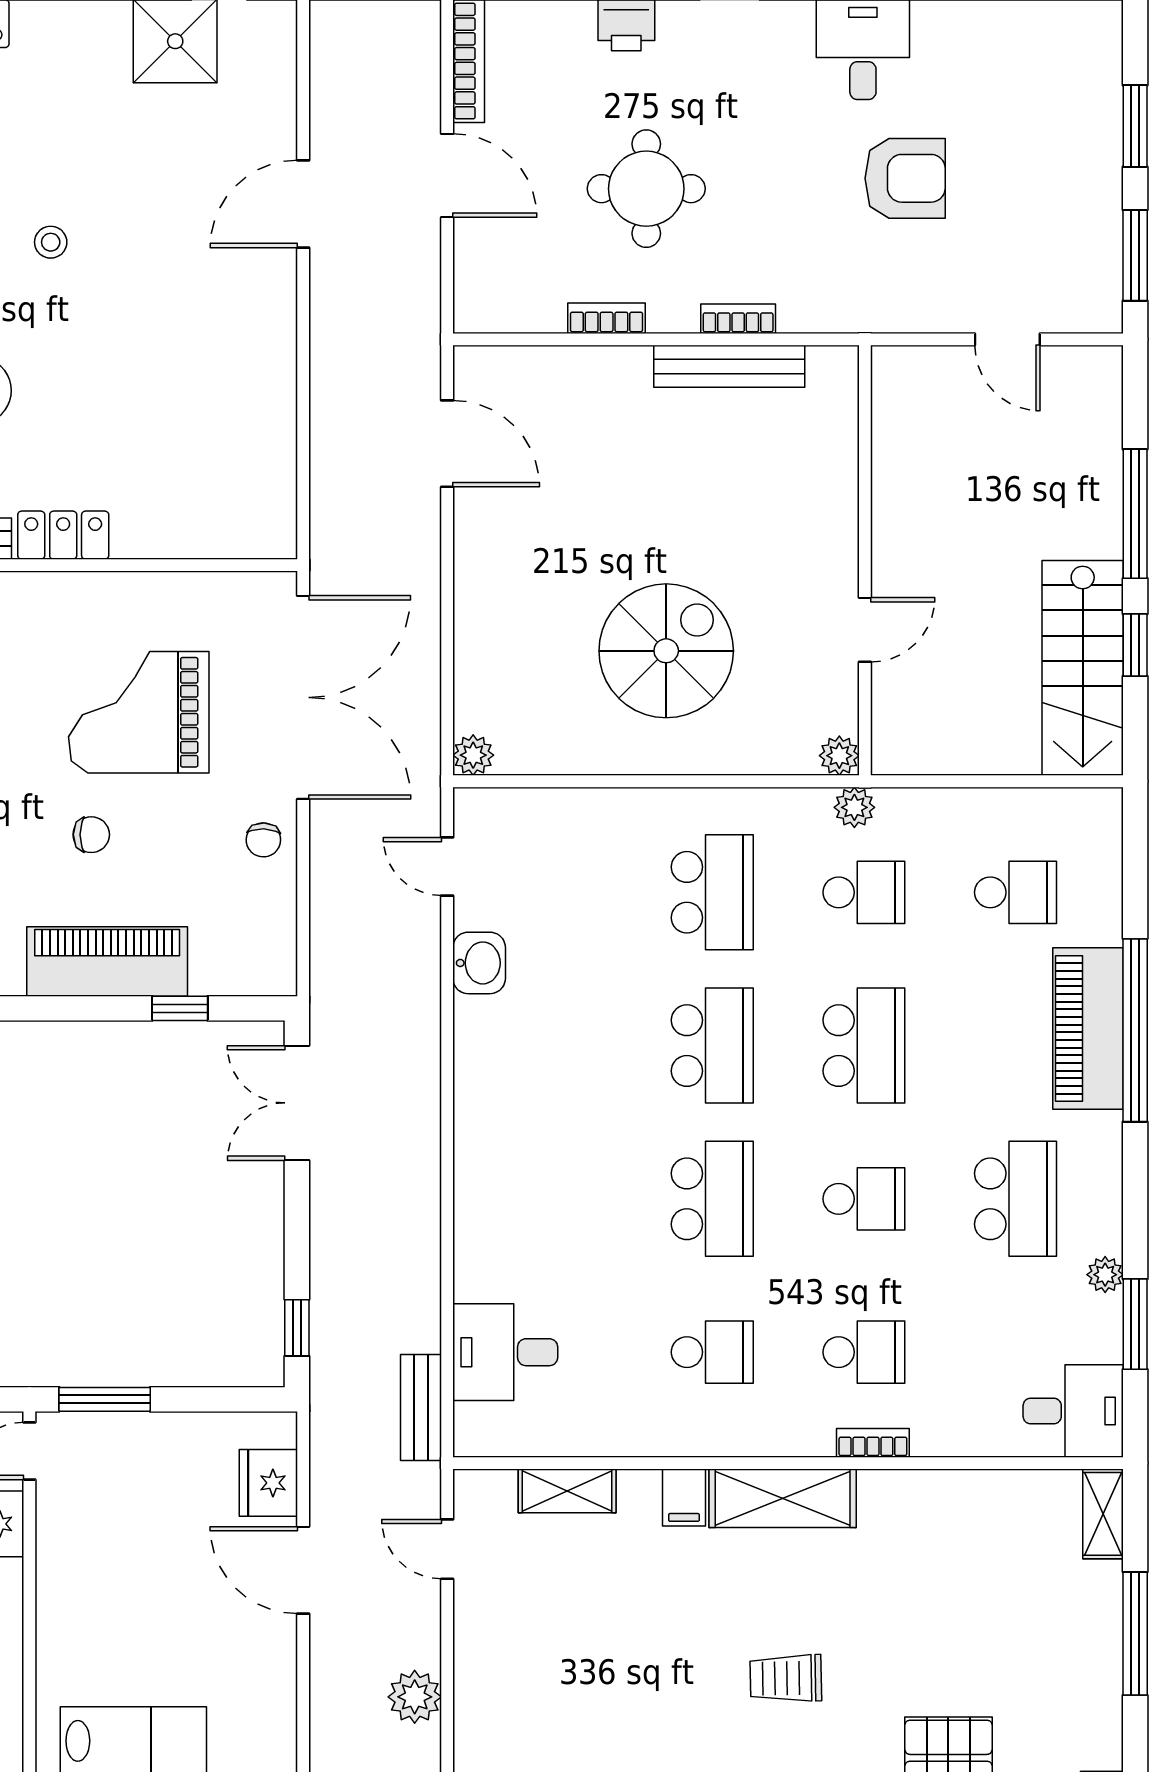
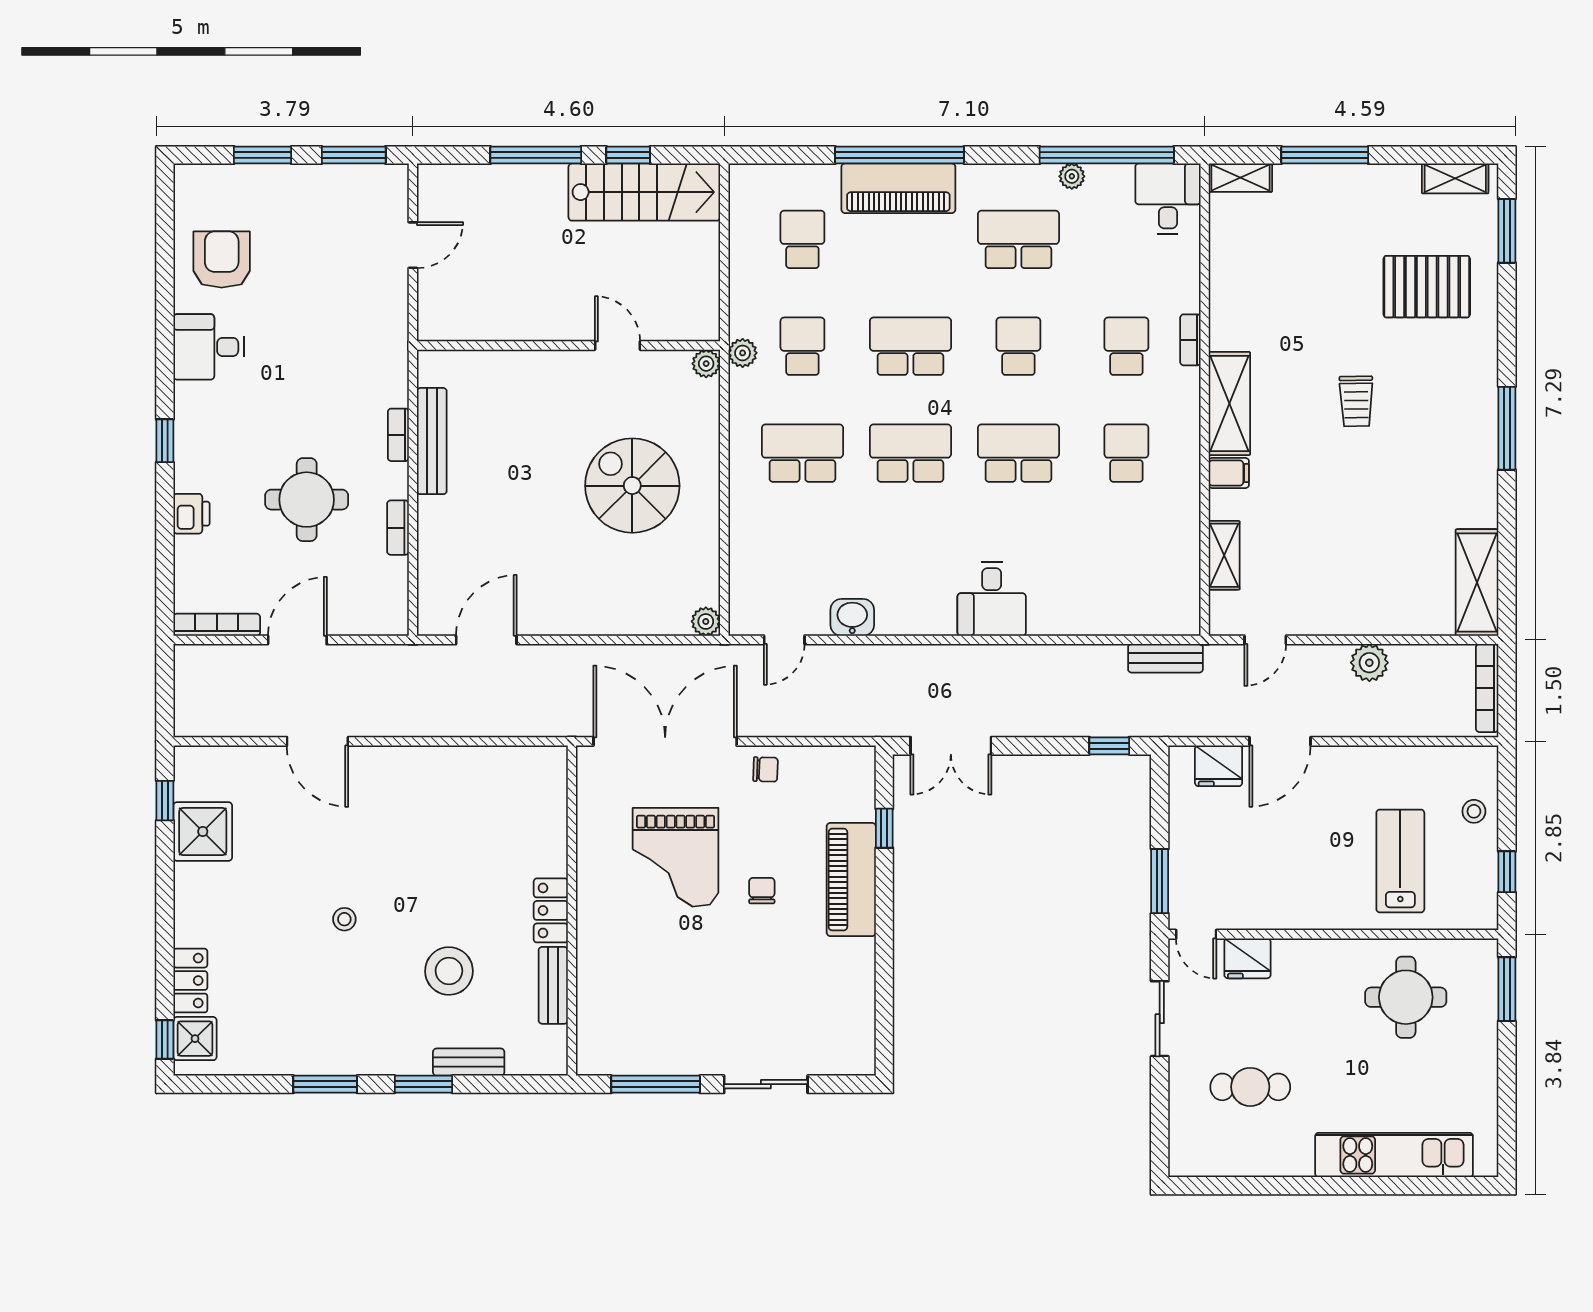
armchair: (905, 178) -> (222, 260), moved
window: (1135, 1324) -> (1107, 155), width x2.11
desk: (505, 1352) -> (992, 599), moved

